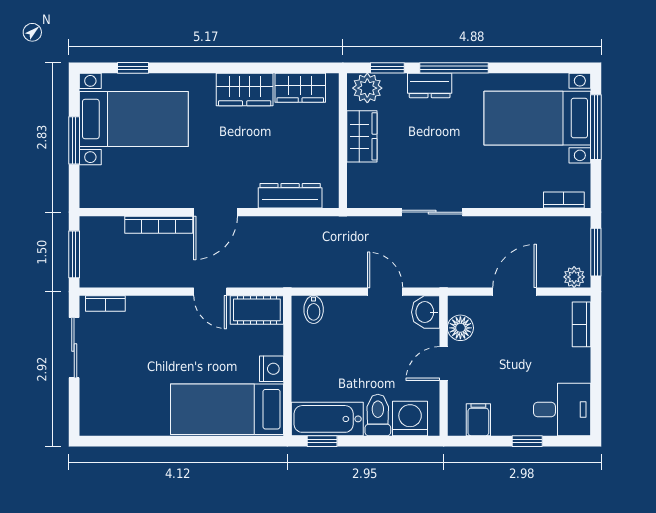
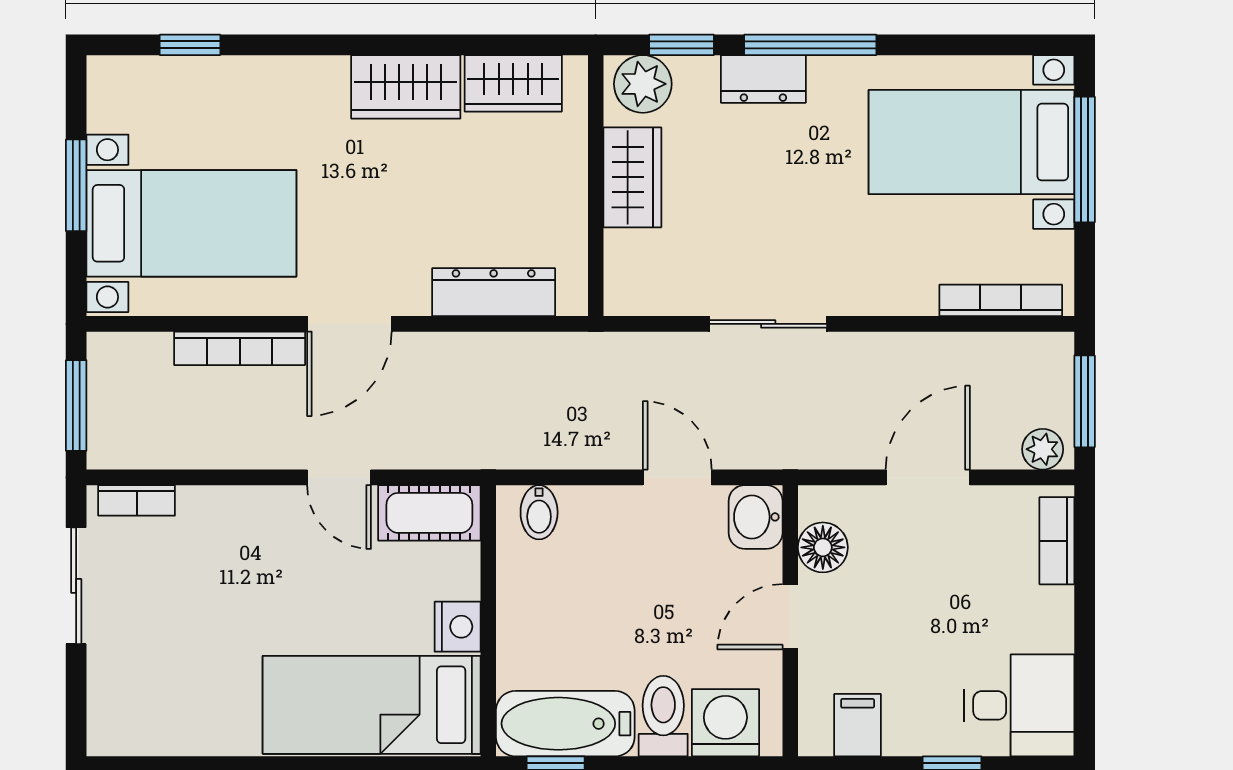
bed with nightstands: (134, 119) -> (191, 223), moved
bookcase: (564, 200) -> (1001, 300), width x1.56

